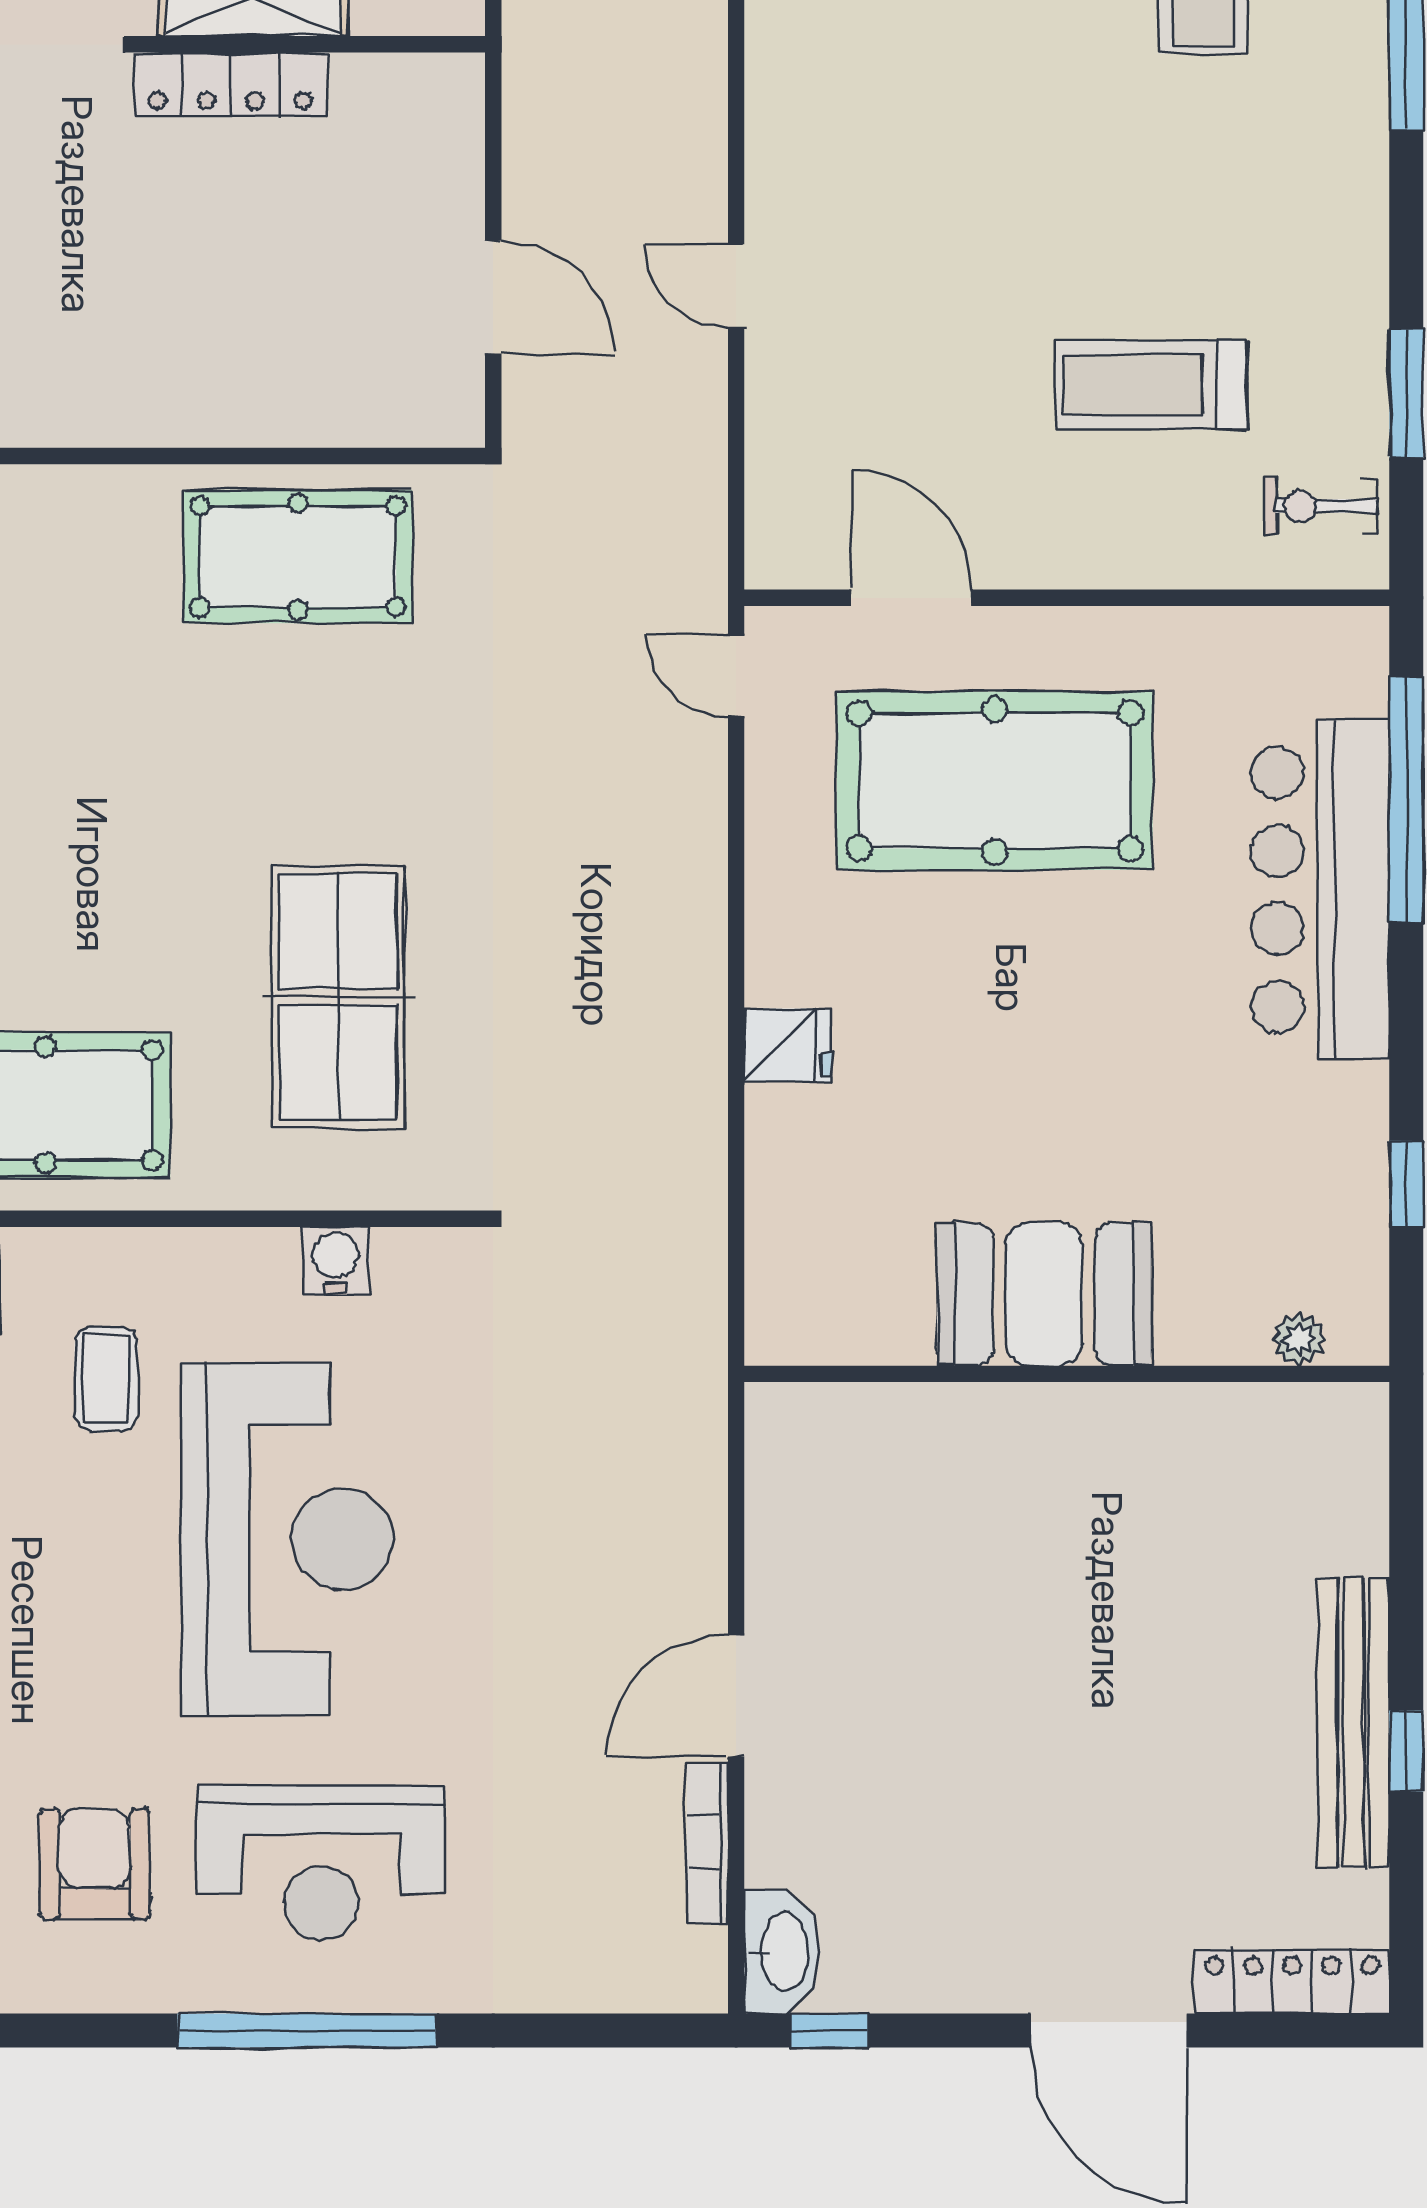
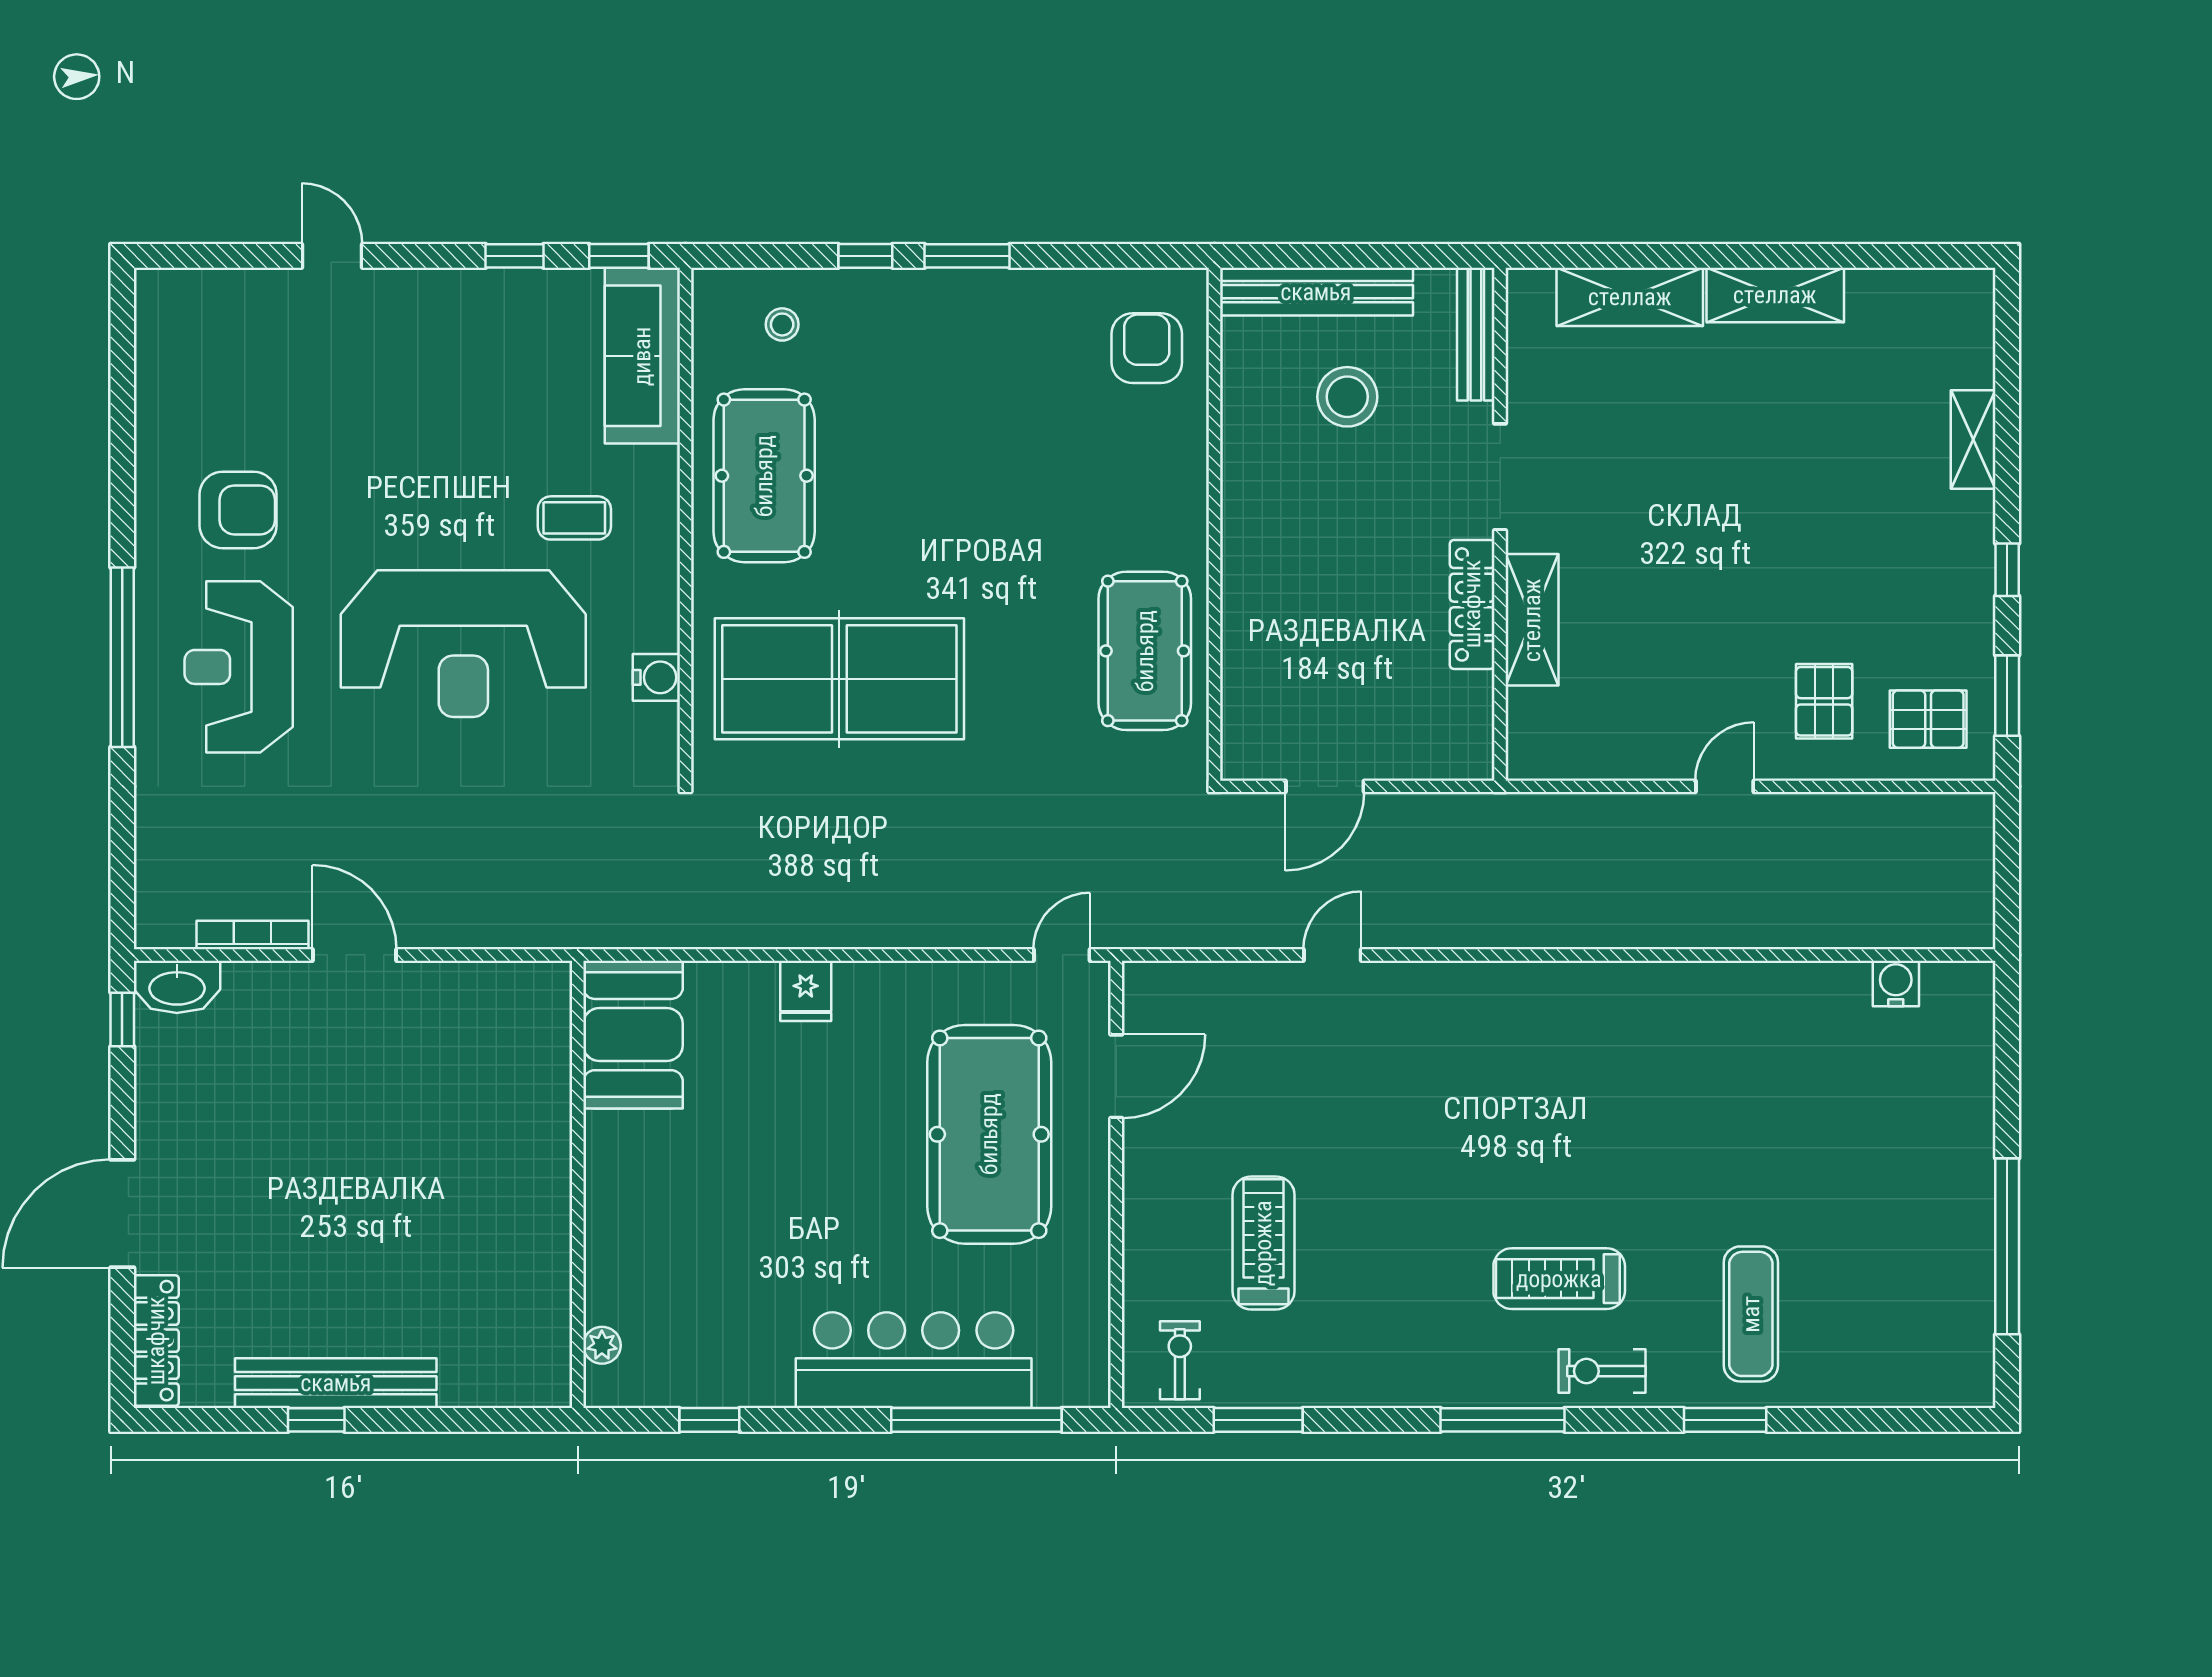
table tennis table: (338, 997) -> (839, 679), width x1.36, depth x1.32
booth: (1044, 1294) -> (633, 1035), moved

